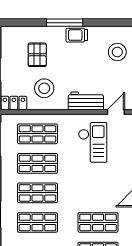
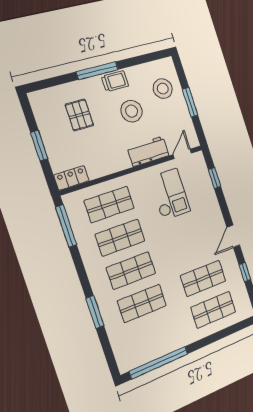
trolley: (77, 35) -> (115, 81), turned 180
stool: (44, 88) -> (132, 111), moved

